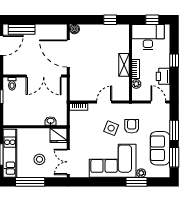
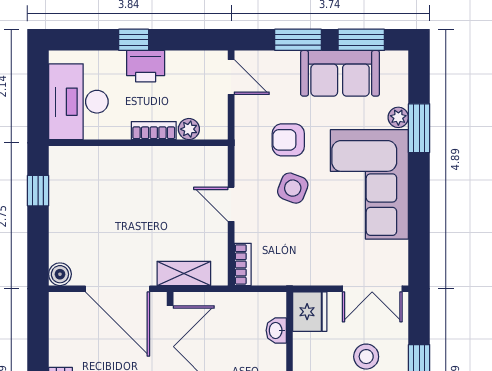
window: (152, 20) -> (38, 91), removed
door: (68, 54) -> (117, 289), hinge flipped
shelving: (124, 65) -> (184, 273), moved
printer: (163, 76) -> (146, 66), moved
door: (158, 102) -> (231, 77), swing flipped

